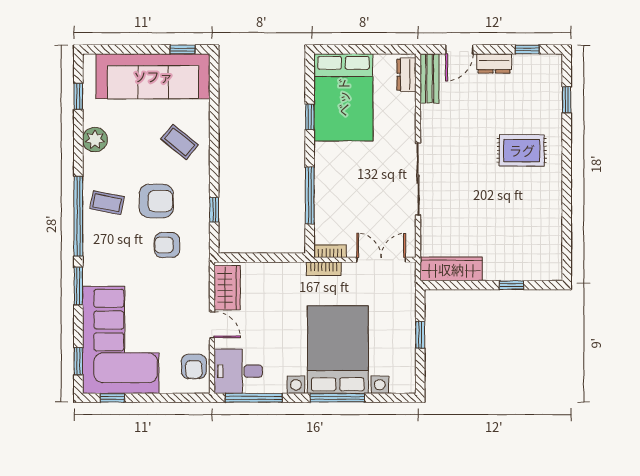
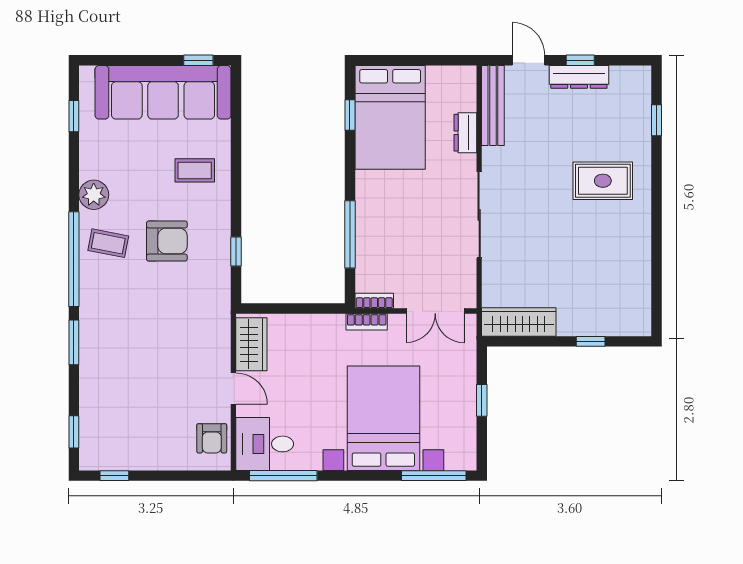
door: (459, 49) -> (528, 60), swing flipped
window: (527, 49) -> (580, 60), moved
dresser: (494, 63) -> (579, 77), width x1.44
dresser: (406, 75) -> (465, 133), moved
bench: (430, 78) -> (493, 105), width x1.36
window: (310, 117) -> (350, 115), moved
plant: (95, 140) -> (94, 195), moved
coffee table: (180, 142) -> (195, 170), turned -39
armchair: (167, 245) -> (180, 293), removed
double door: (381, 260) -> (435, 311), swing flipped
corner sofa: (121, 340) -> (124, 407), removed
window: (337, 398) -> (434, 476), moved

